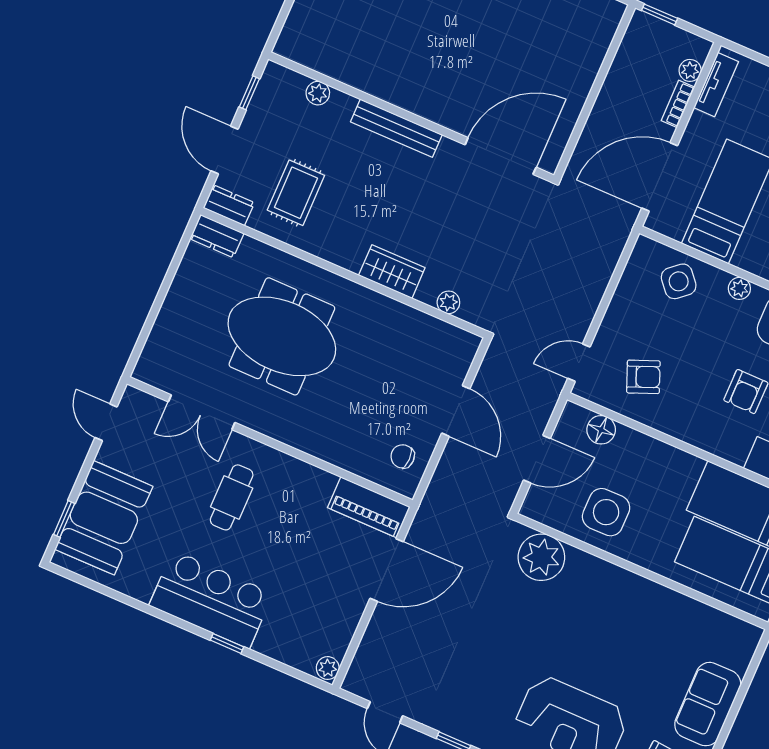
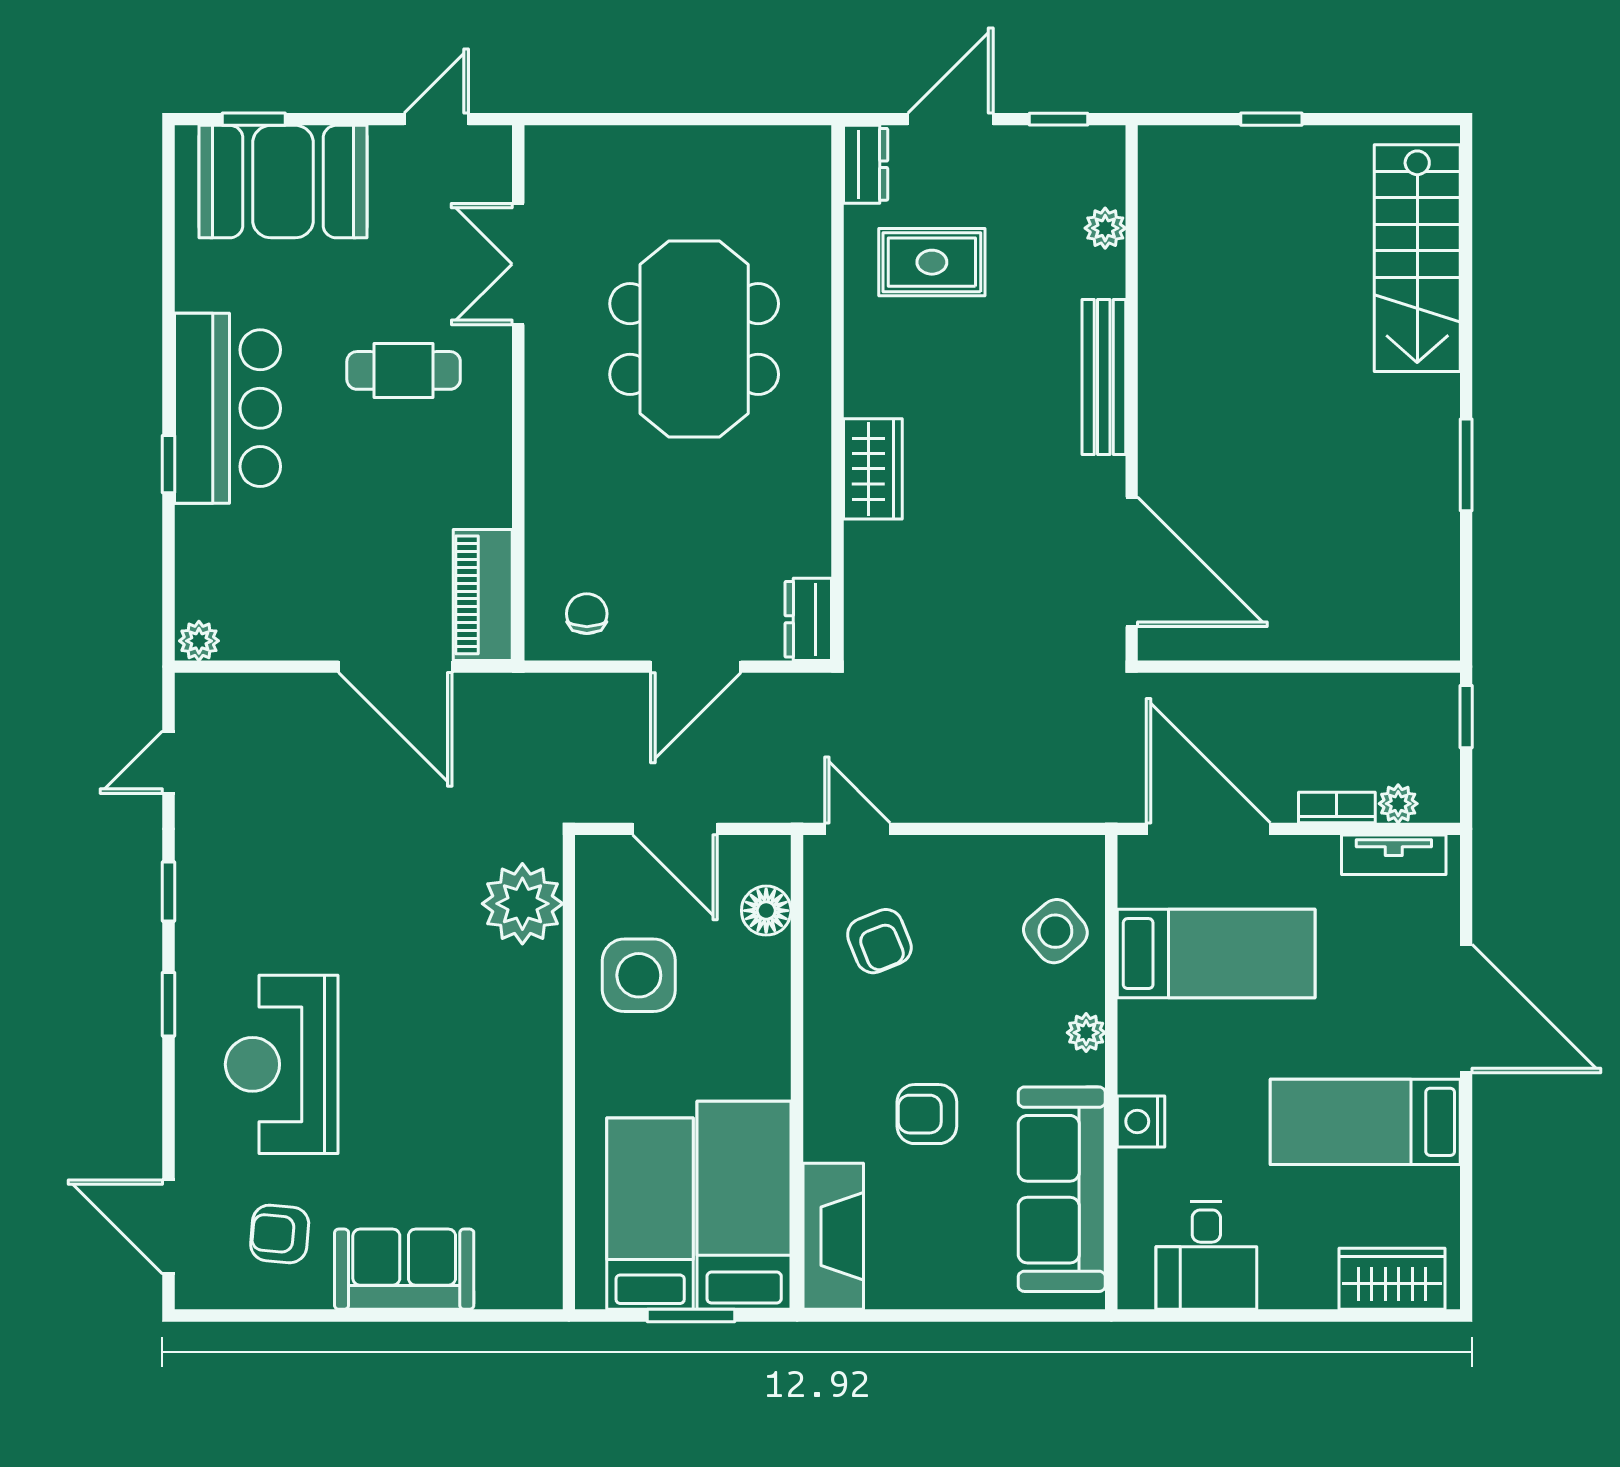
dresser: (217, 236) -> (808, 619), moved
plant: (448, 302) -> (863, 580), removed

